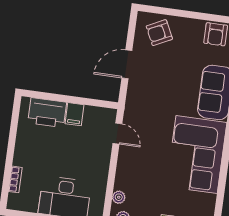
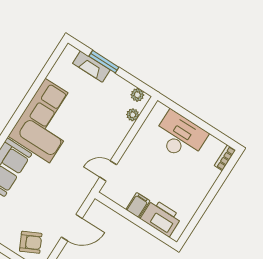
door: (117, 134) -> (108, 171), hinge flipped
bookcase: (15, 179) -> (225, 158), moved

